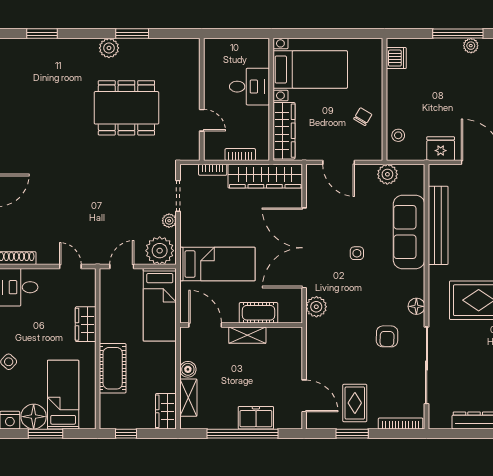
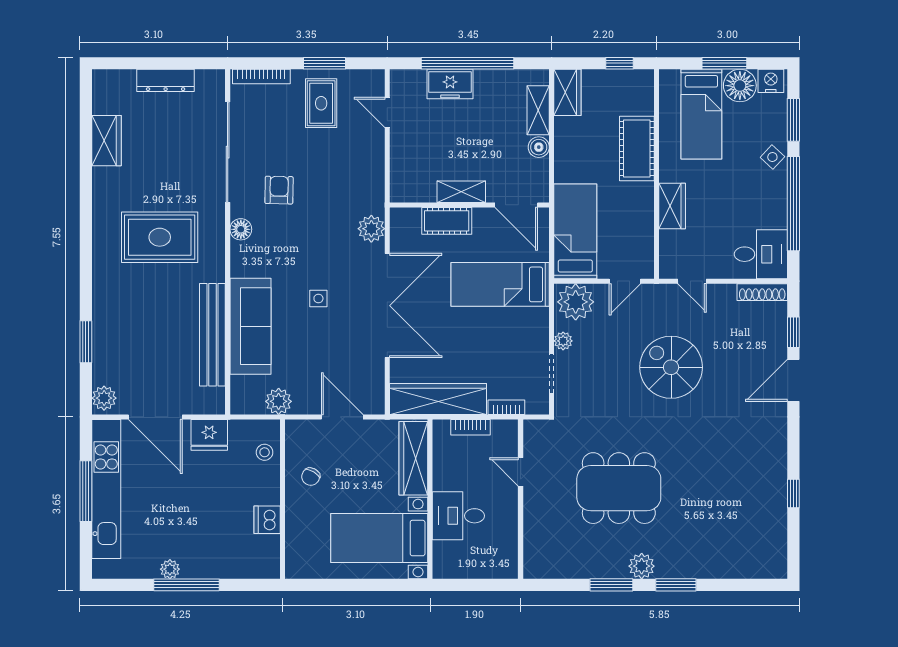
window: (42, 34) -> (676, 585), moved
dishwasher: (396, 58) -> (267, 520), moved
spiral stairs: (86, 200) -> (671, 367), added
door: (304, 396) -> (387, 112), width x0.73

